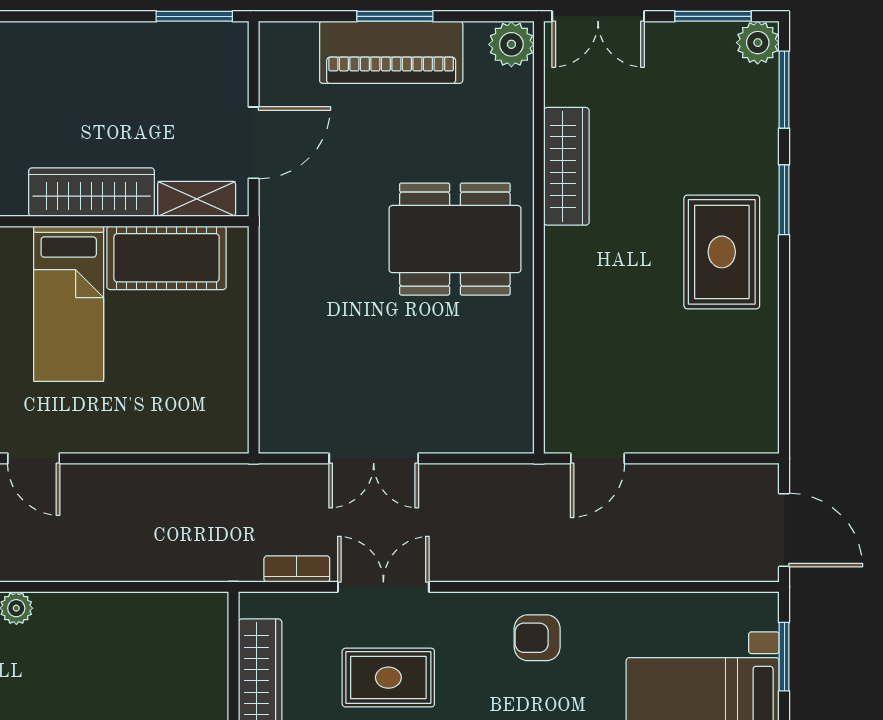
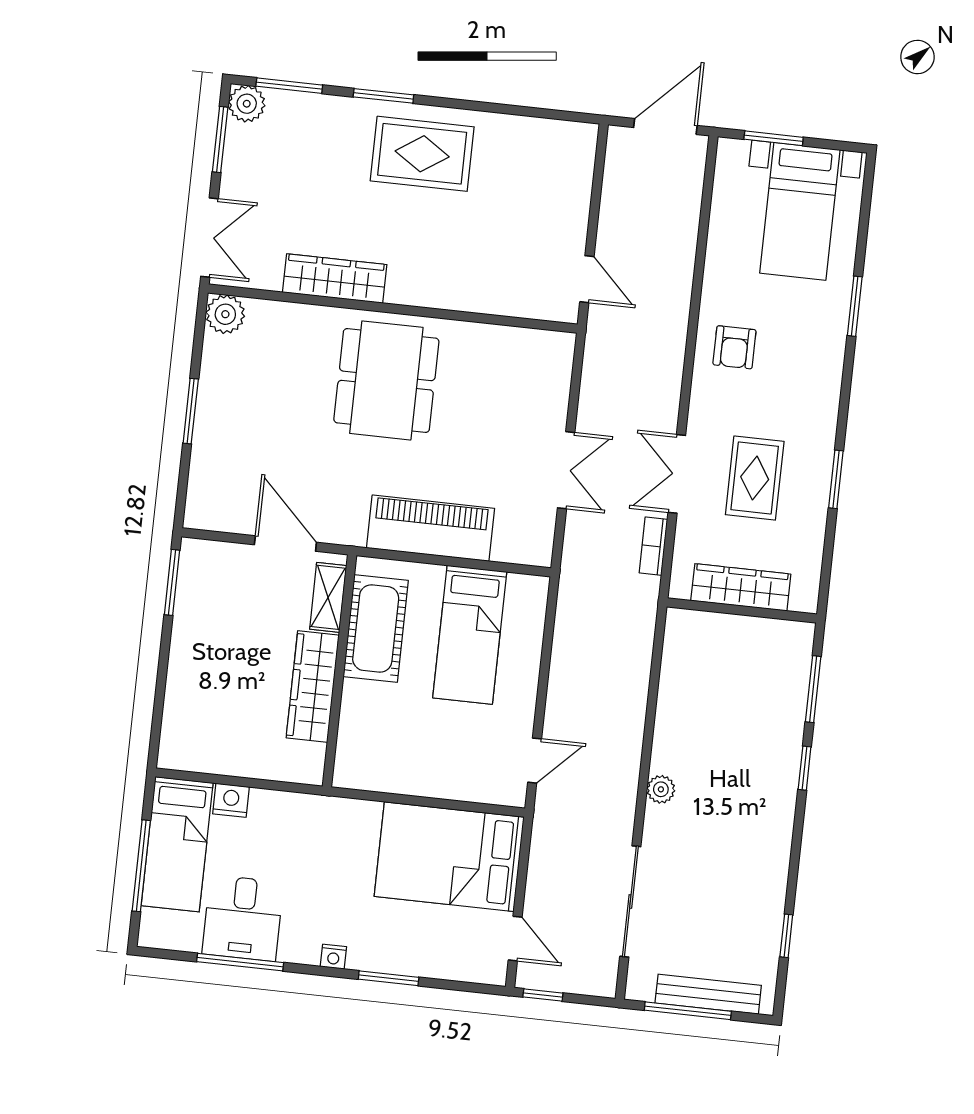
piano: (391, 52) -> (430, 528), moved, turned -90
bed: (69, 304) -> (470, 635), moved, turned 90

